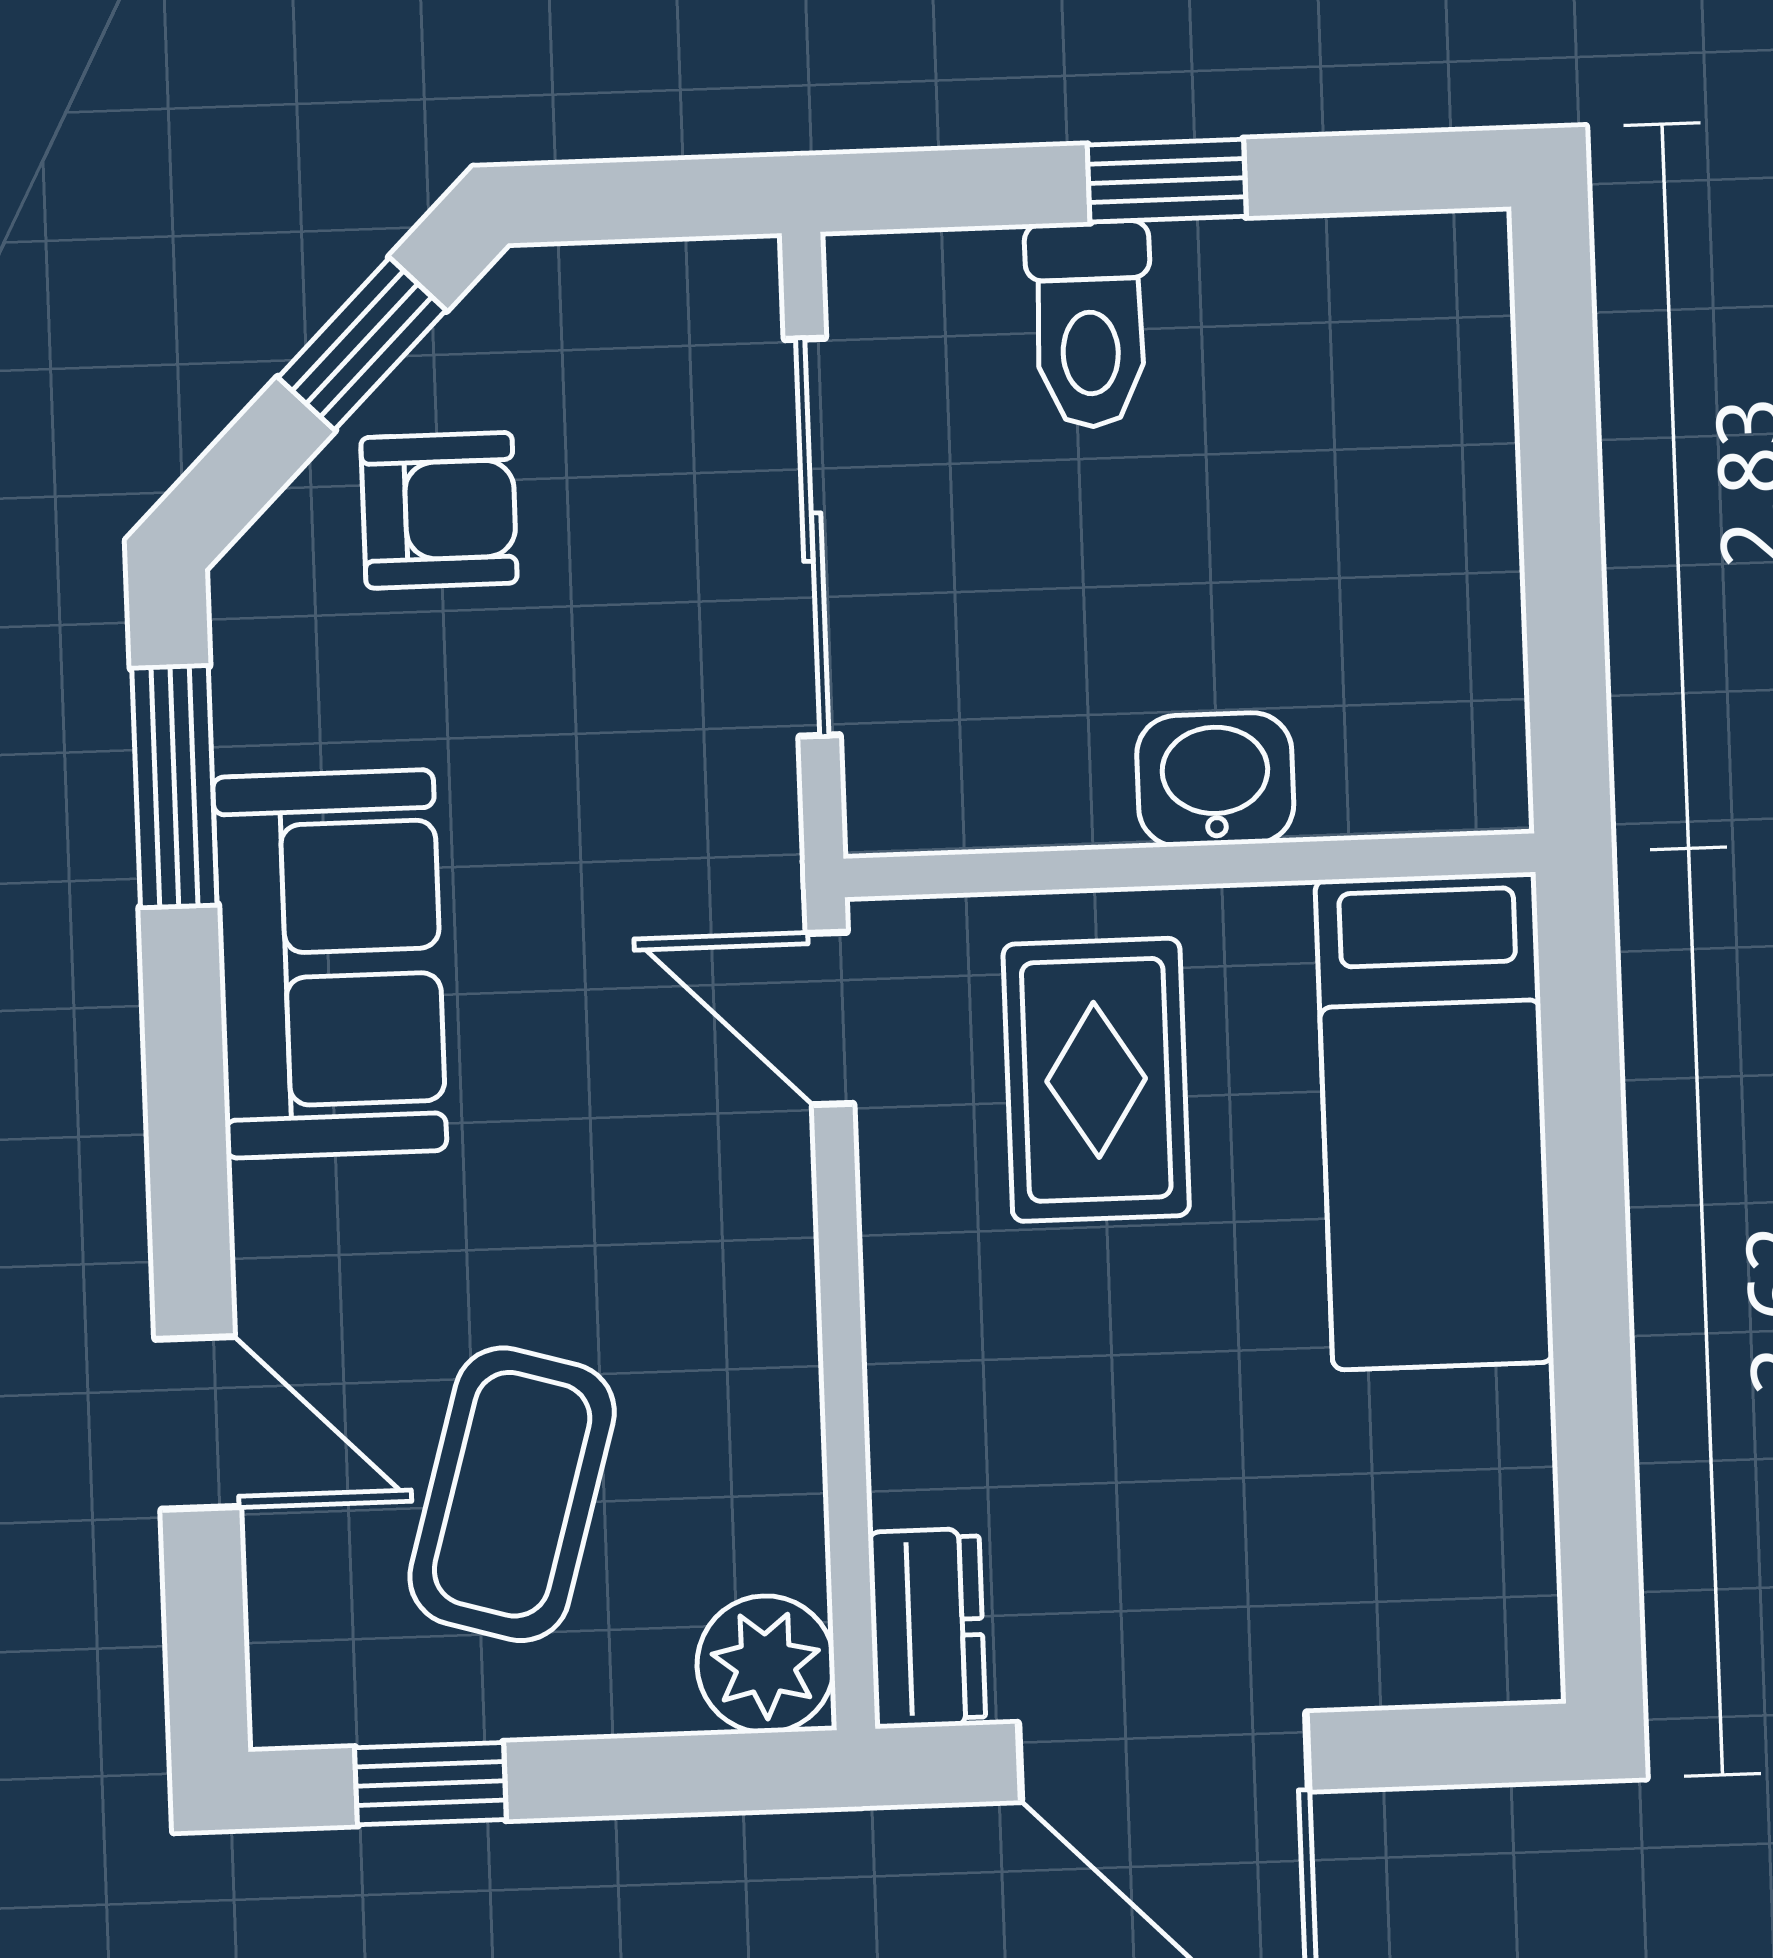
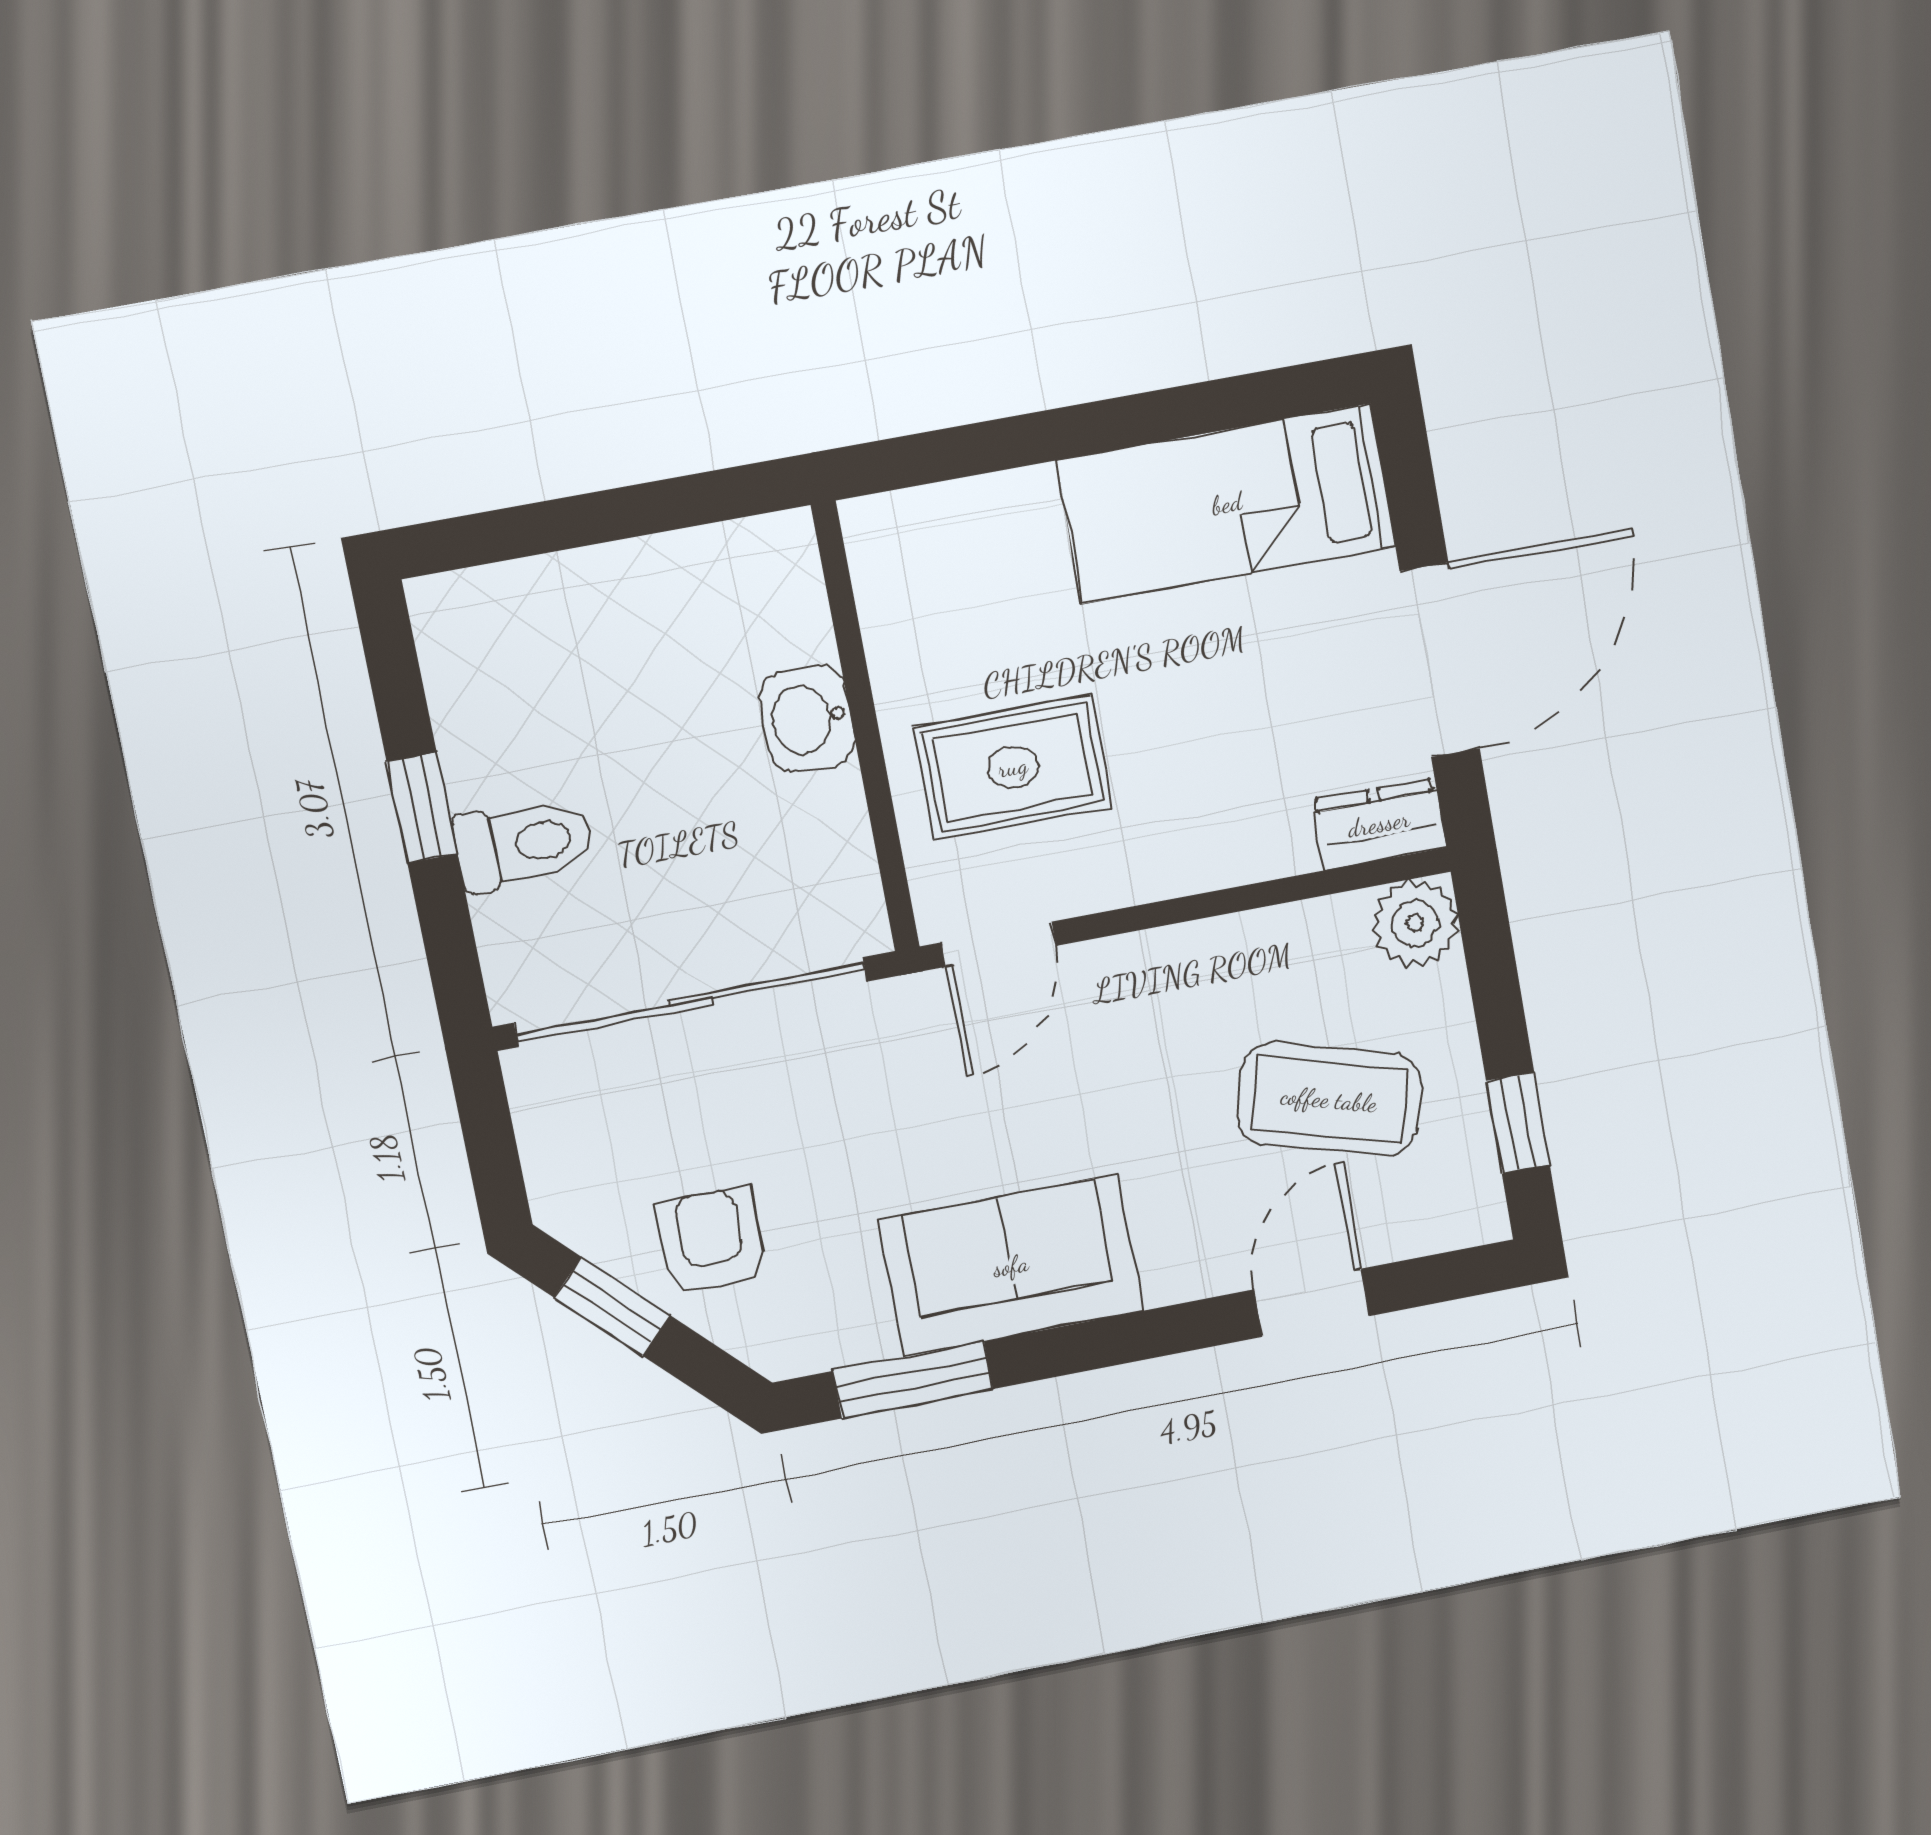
sliding door: (812, 537) -> (691, 1002), width x1.36
bed: (1434, 1121) -> (1227, 504), moved, turned 180

